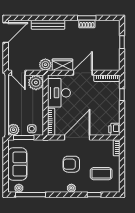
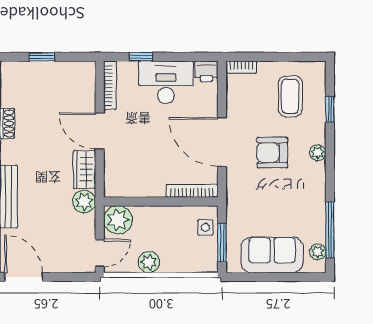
desk: (59, 93) -> (166, 82), moved, turned 180
plant: (13, 130) -> (149, 262), moved
armchair: (71, 164) -> (272, 153), turned 90

